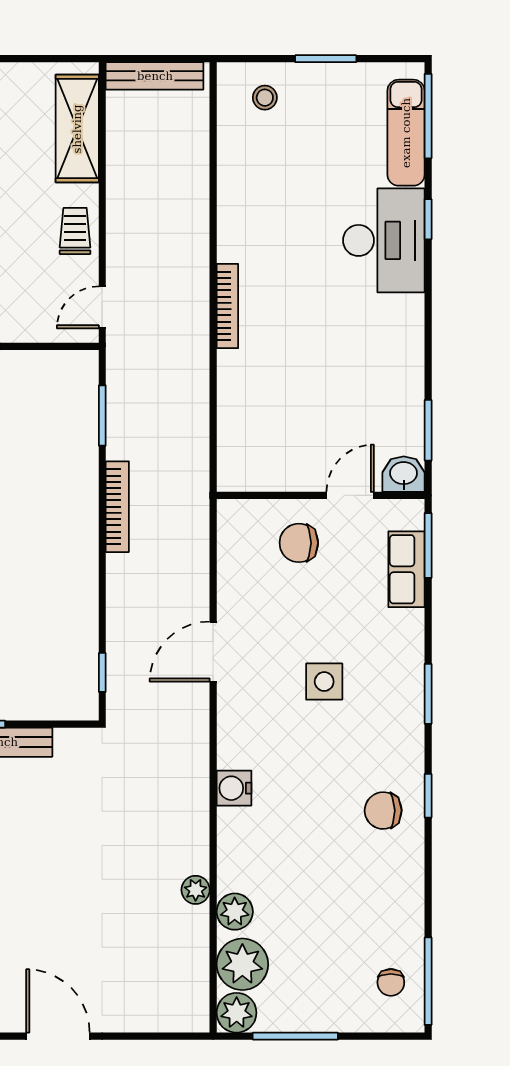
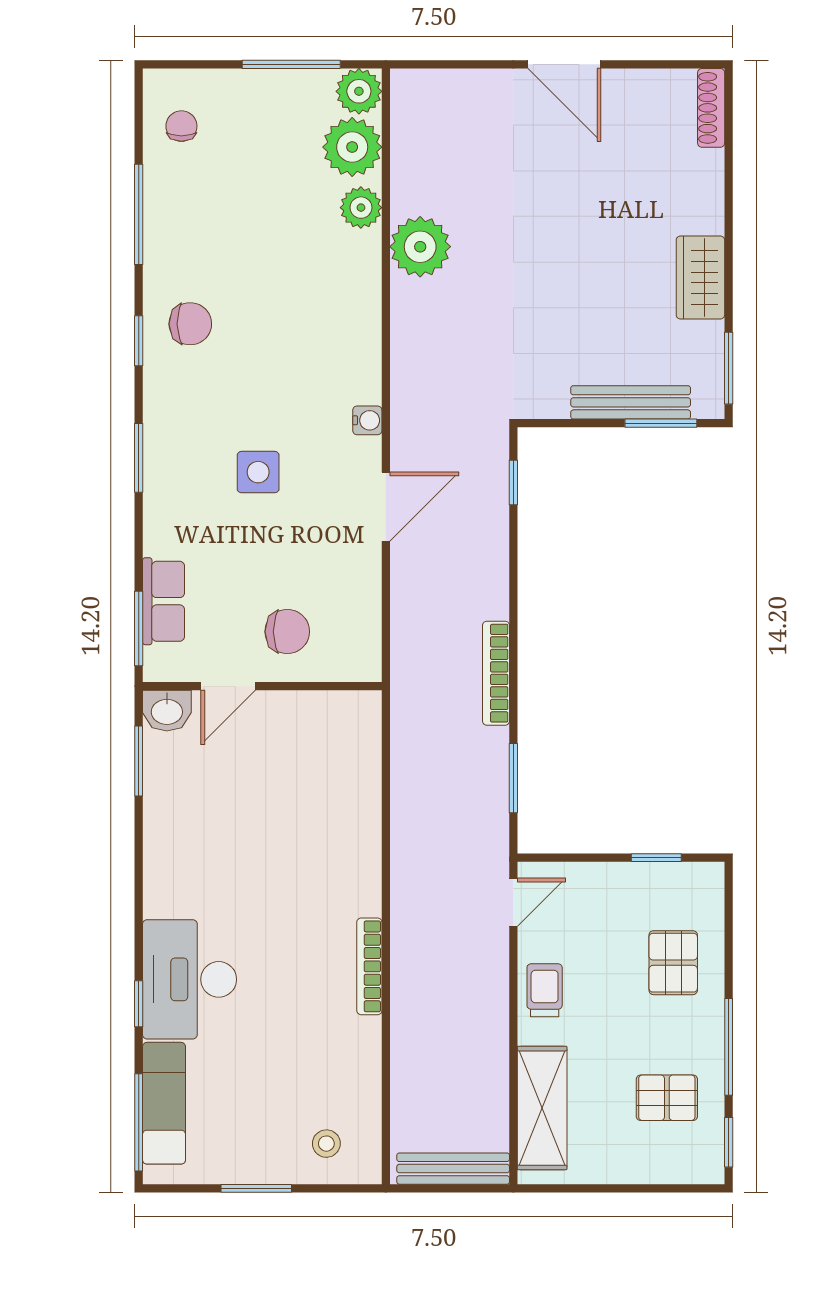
trolley: (75, 231) -> (545, 990), turned 180
bookcase: (227, 306) -> (369, 966), moved
water cooler: (234, 788) -> (367, 420), moved, width x0.72, depth x0.72
plant: (196, 890) -> (420, 247), width x1.87, depth x1.87
window: (428, 981) -> (139, 214), moved

